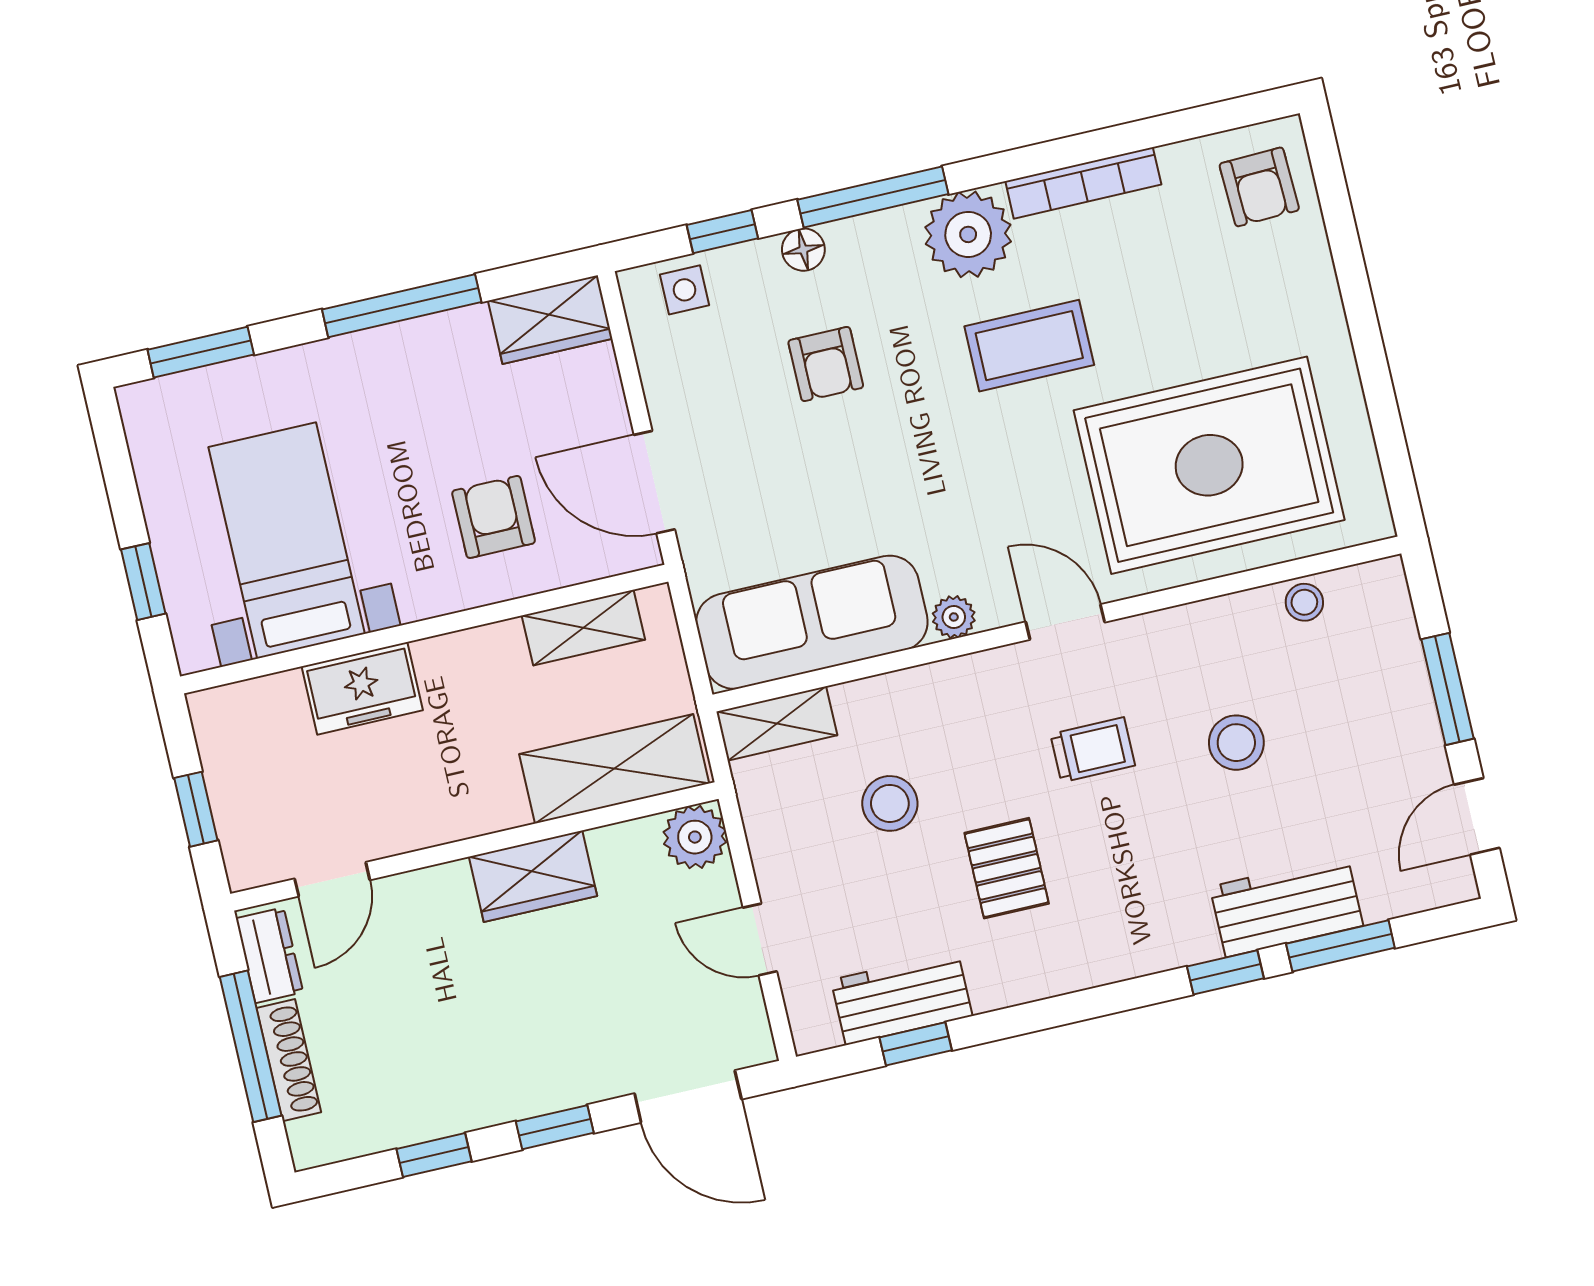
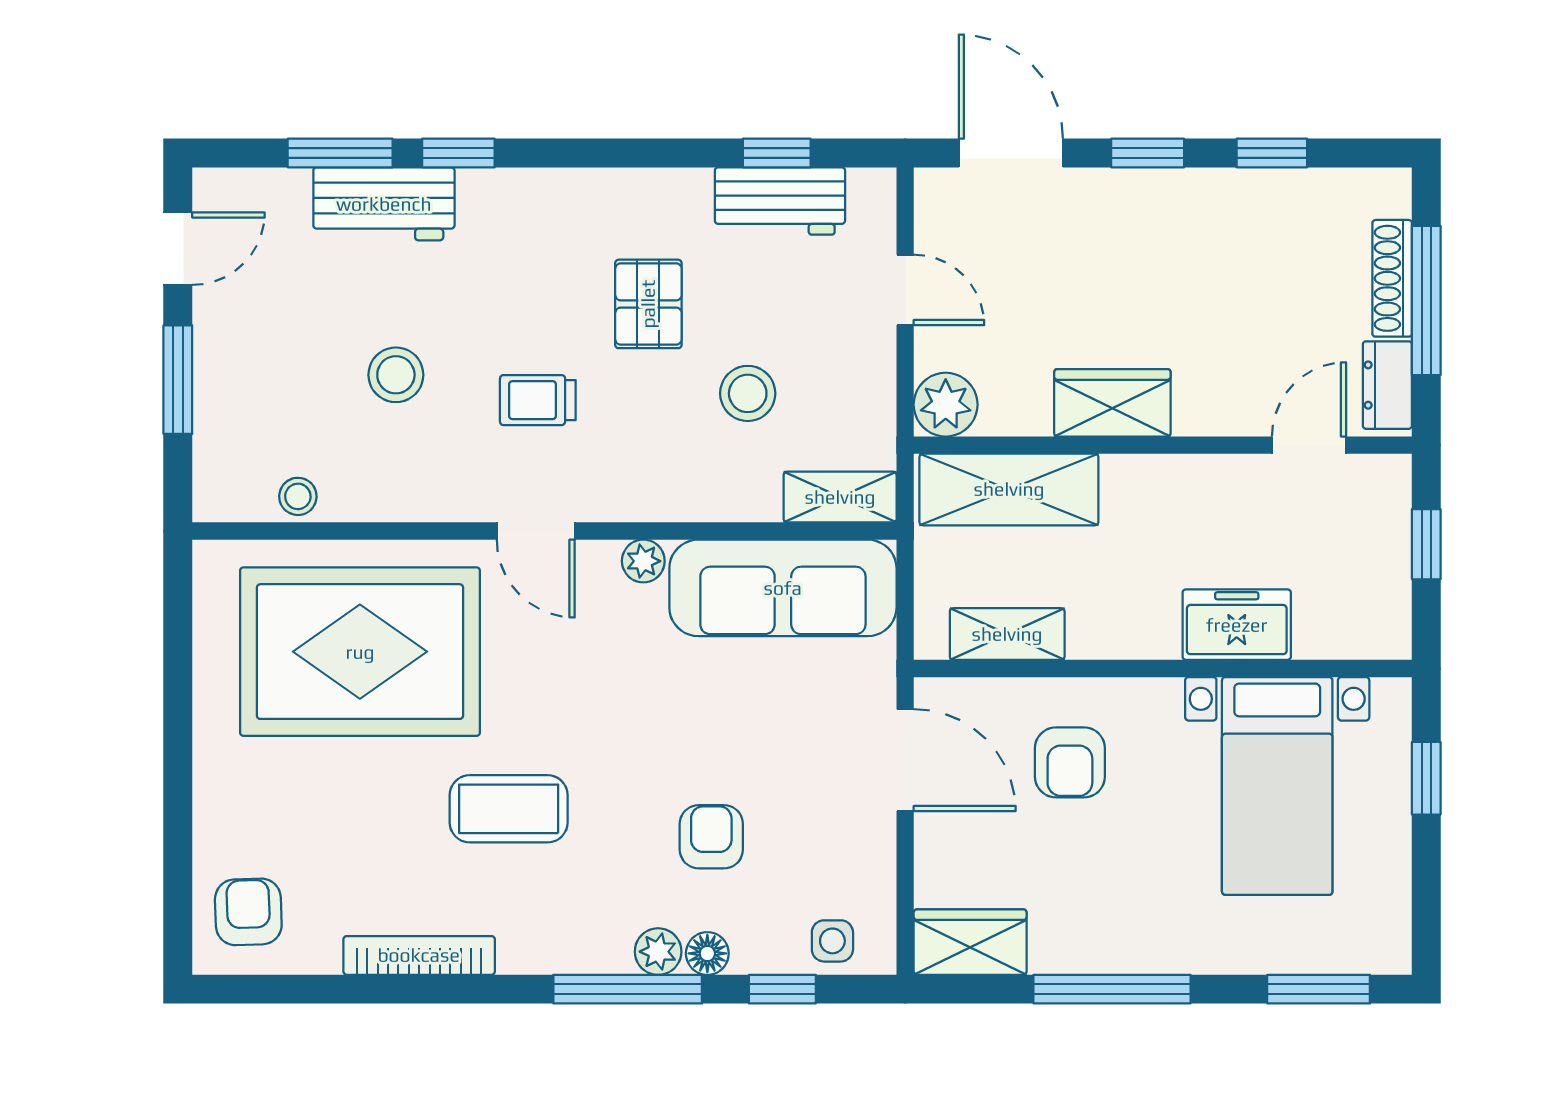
plant: (968, 234) -> (658, 952), moved, width x0.53, depth x0.53

